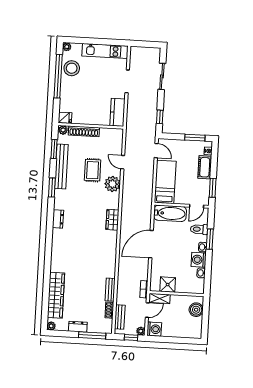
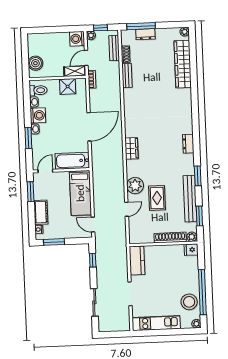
door: (123, 162) -> (127, 209), hinge flipped
toilet: (199, 229) -> (38, 90), moved
dresser: (78, 327) -> (145, 34), moved

